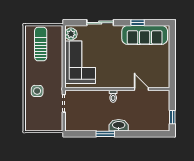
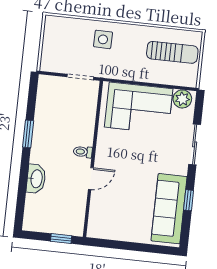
door: (141, 89) -> (91, 179), moved
window: (172, 117) -> (61, 239), moved
washbasin: (119, 125) -> (36, 179), moved

